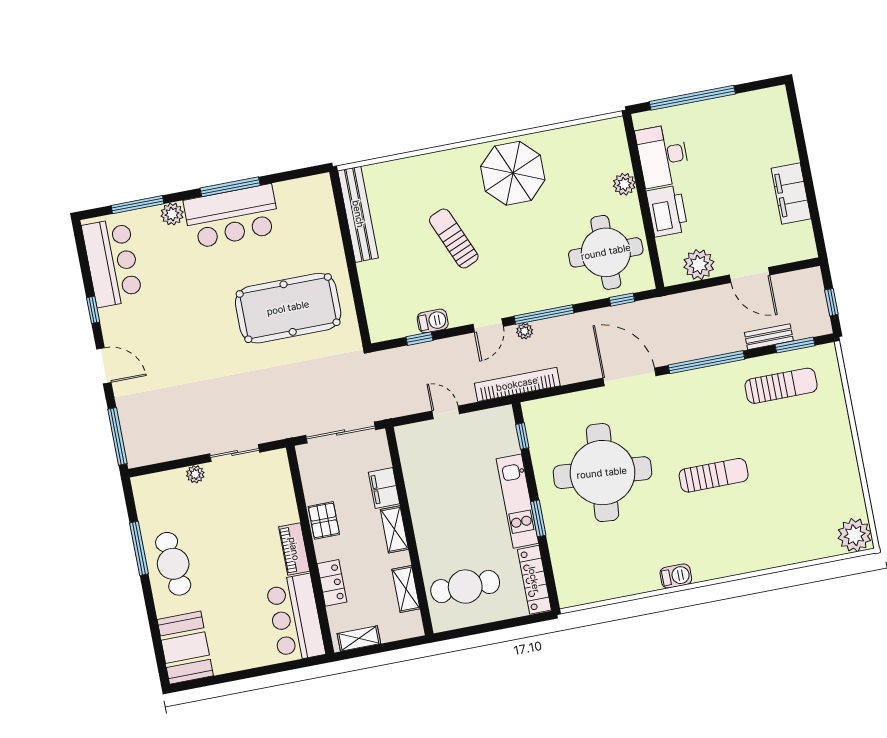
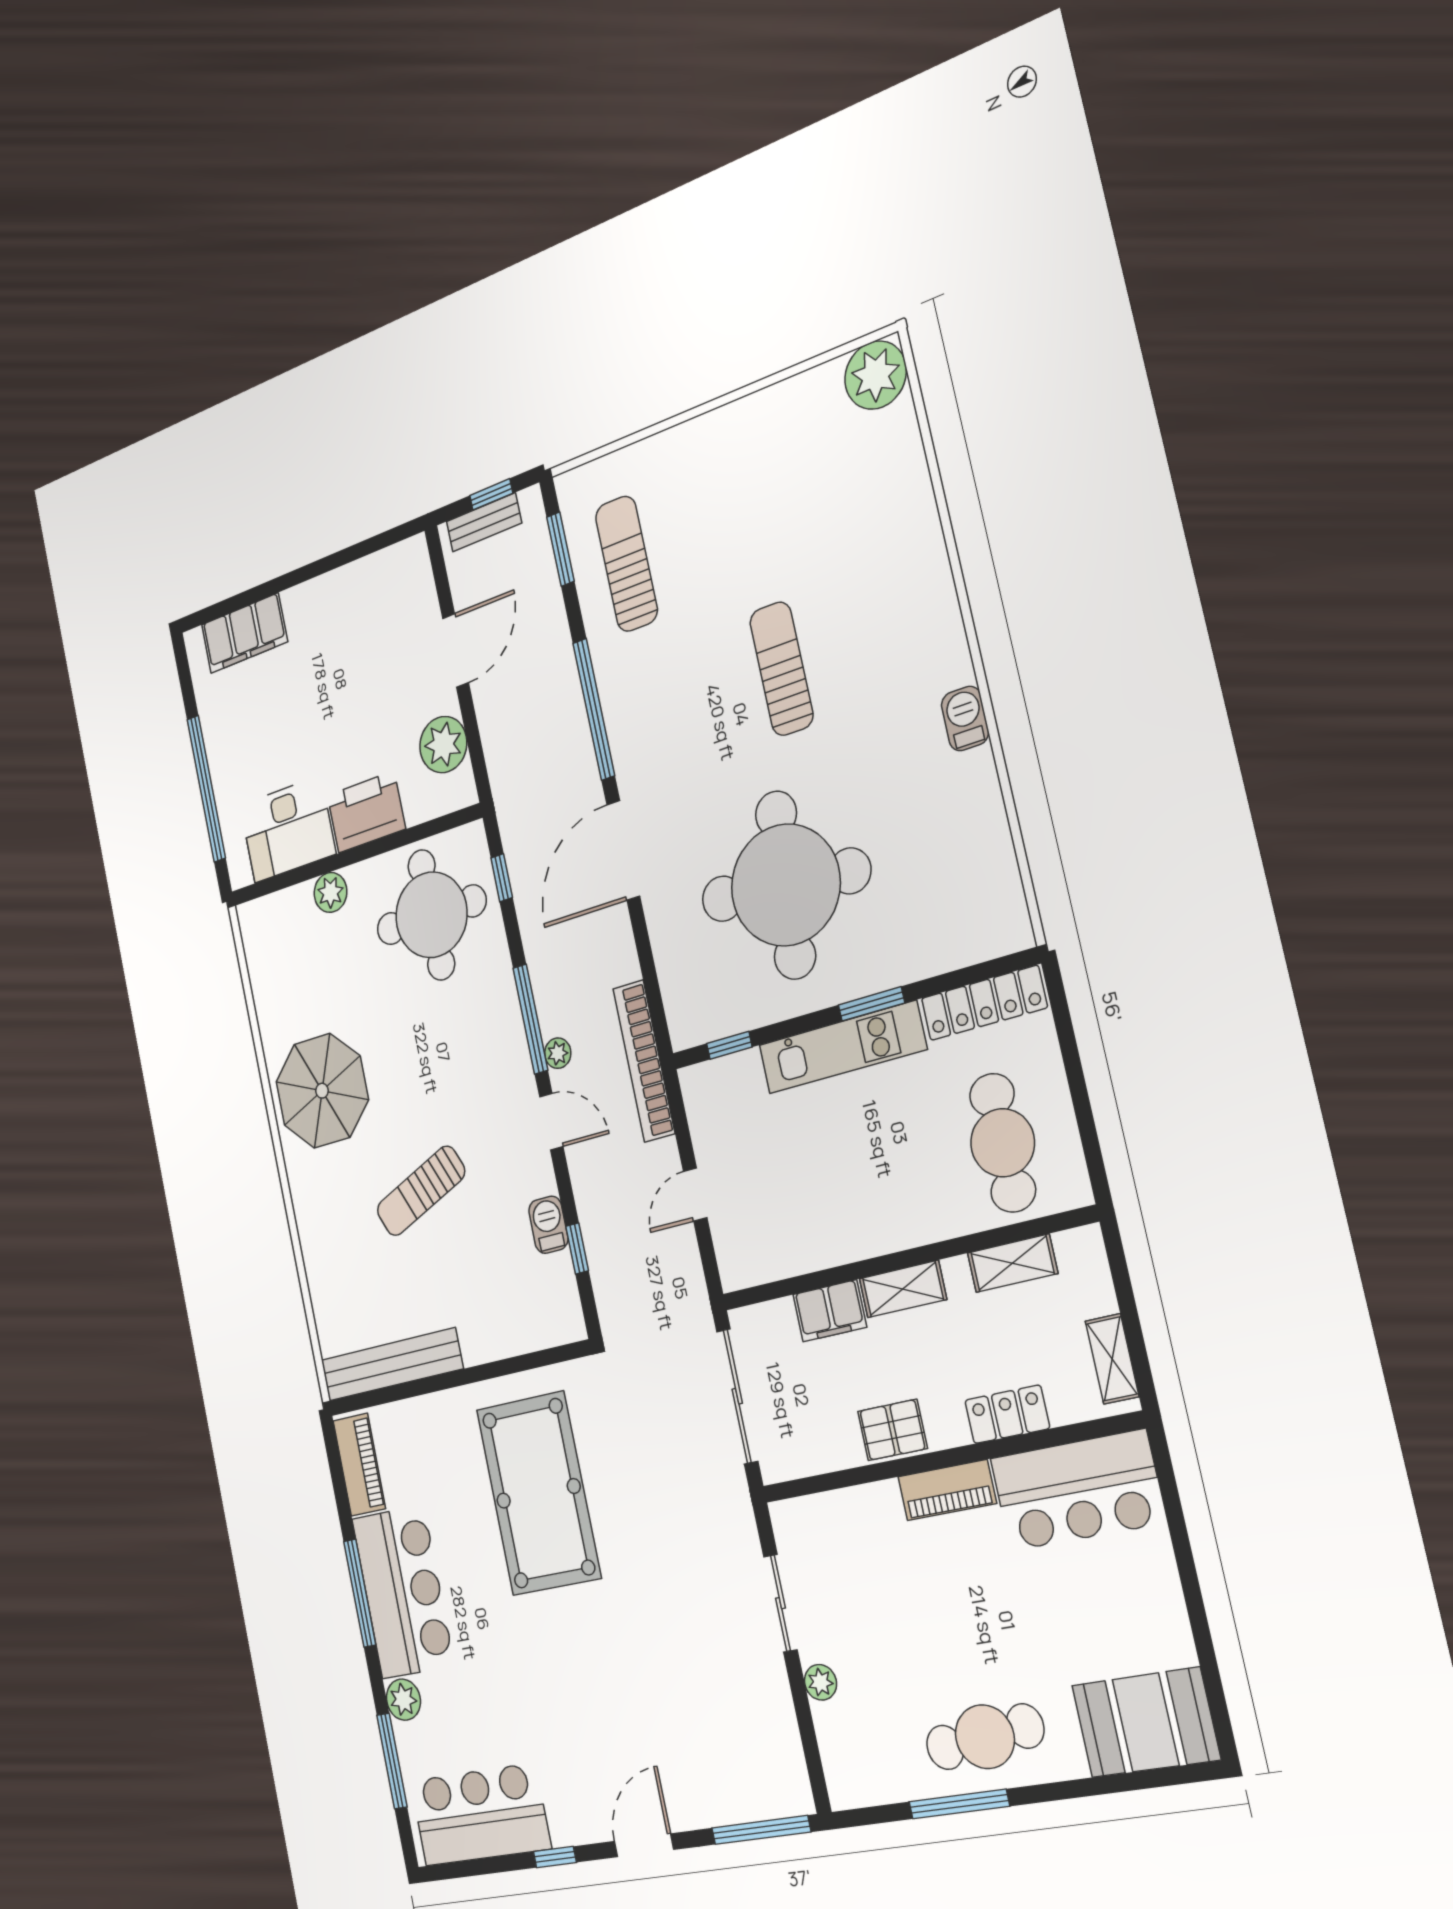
piano: (302, 190) -> (359, 1465), added
filing cabinet: (791, 193) -> (244, 633), moved
bench: (769, 337) -> (484, 522), moved, turned 90

